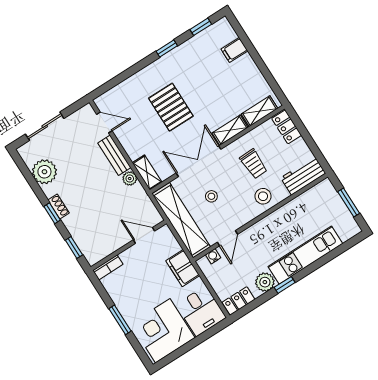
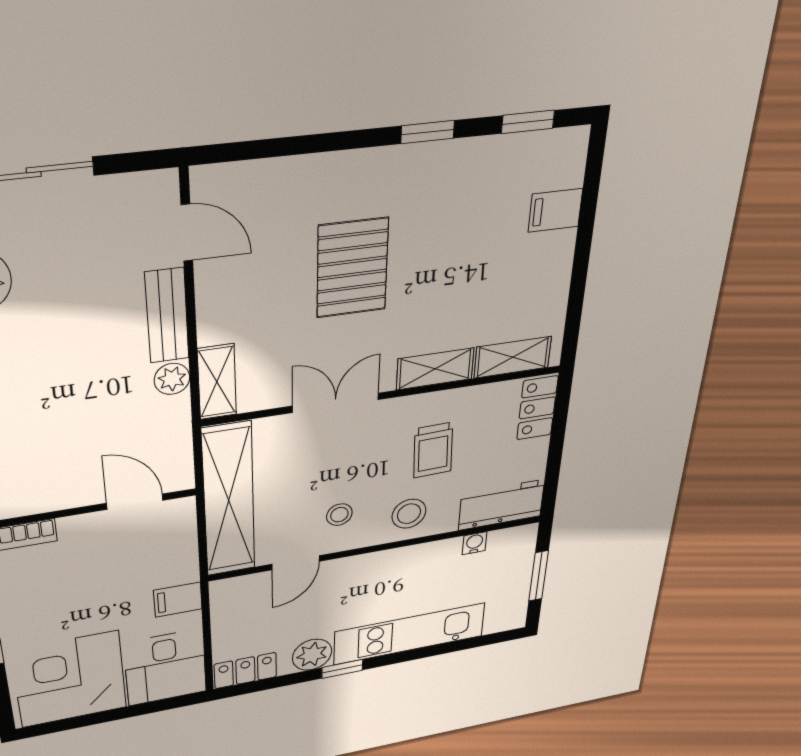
double door: (199, 161) -> (336, 403), width x0.73
stool: (211, 196) -> (339, 515), moved
water cooler: (213, 256) -> (474, 543), moved
filing cabinet: (183, 268) -> (178, 600), width x0.50

